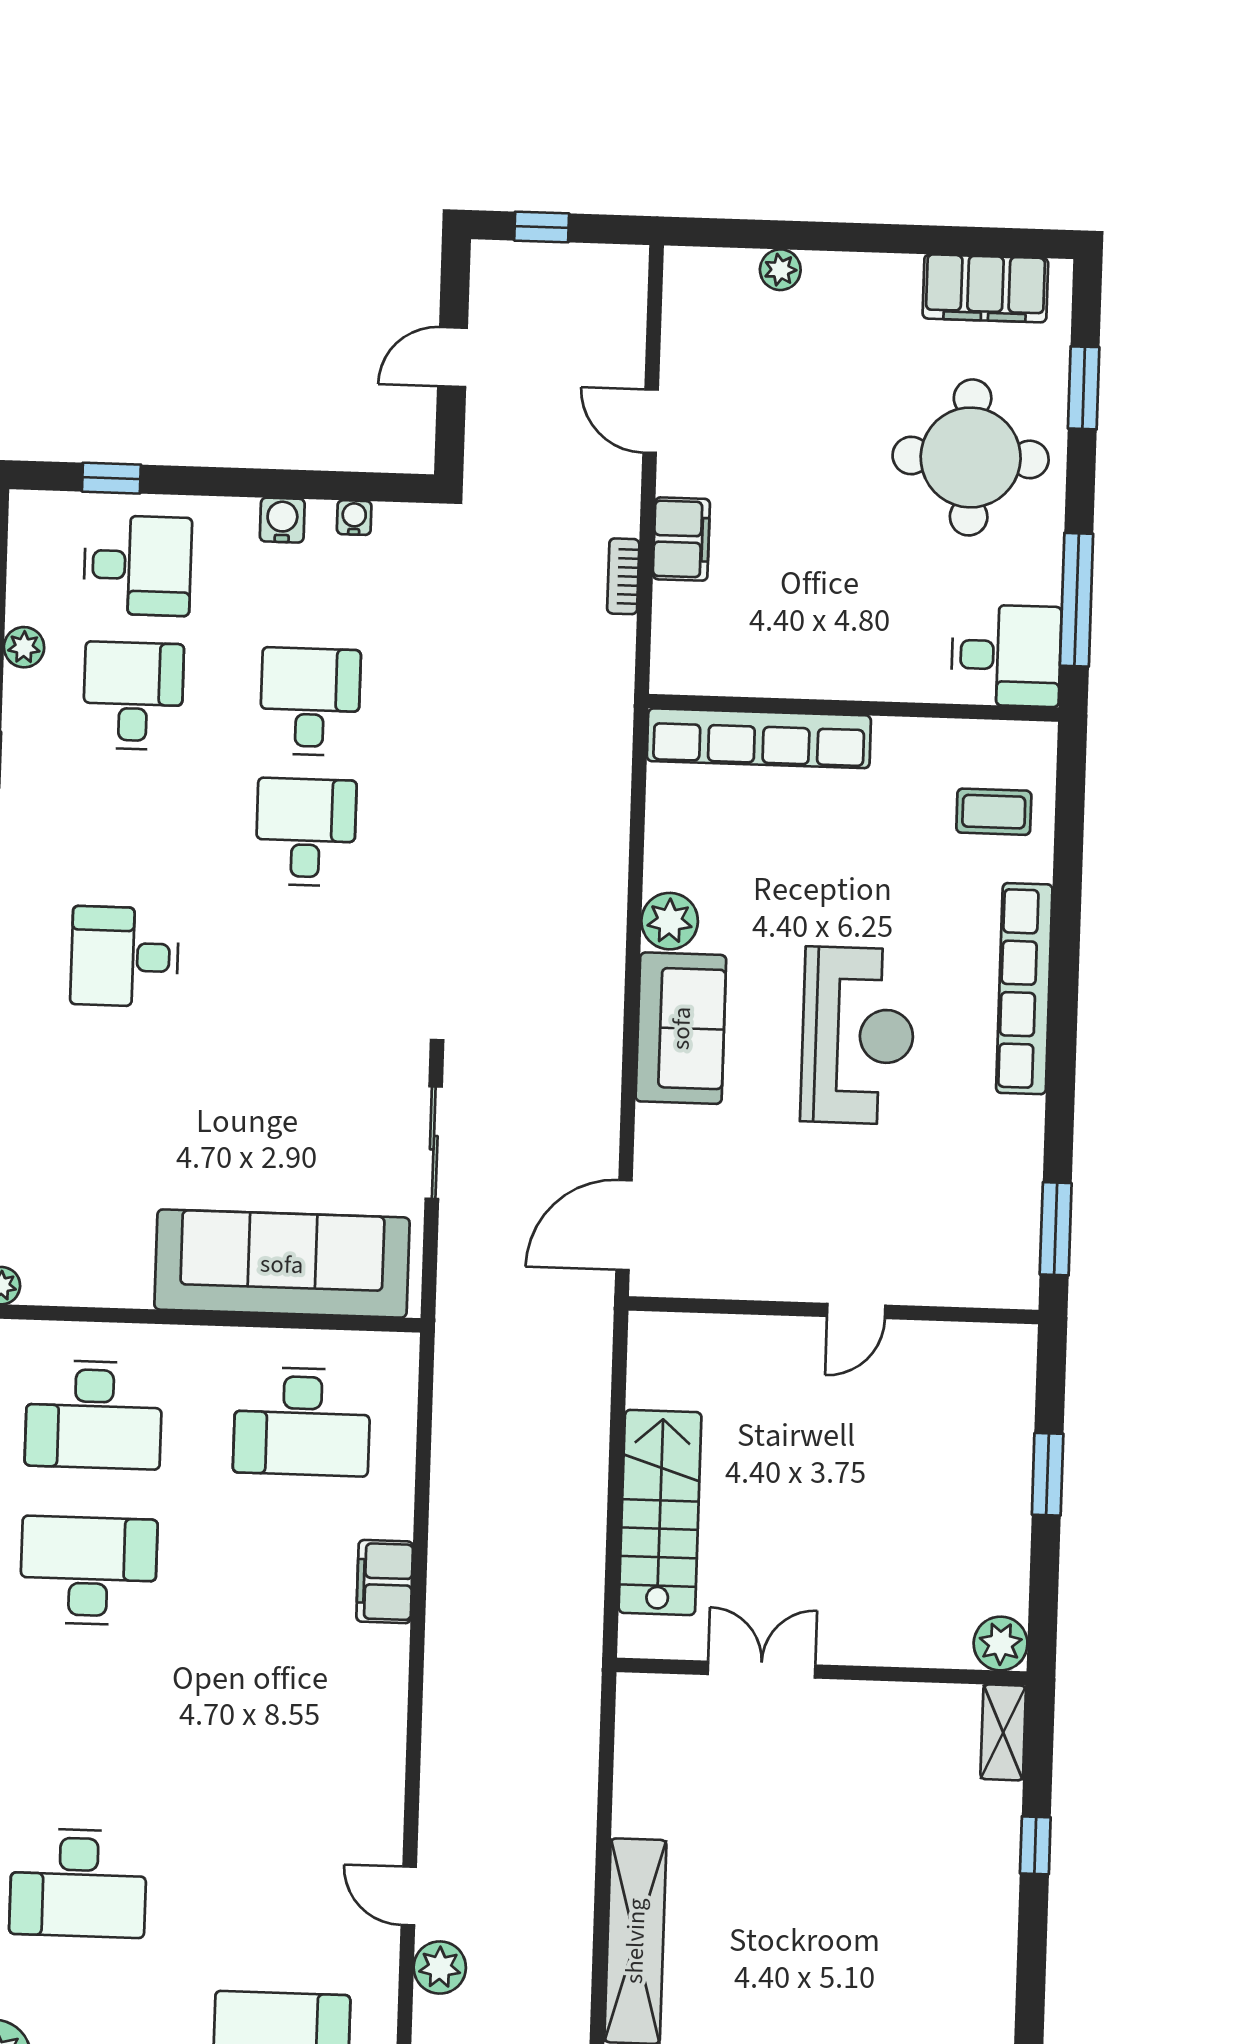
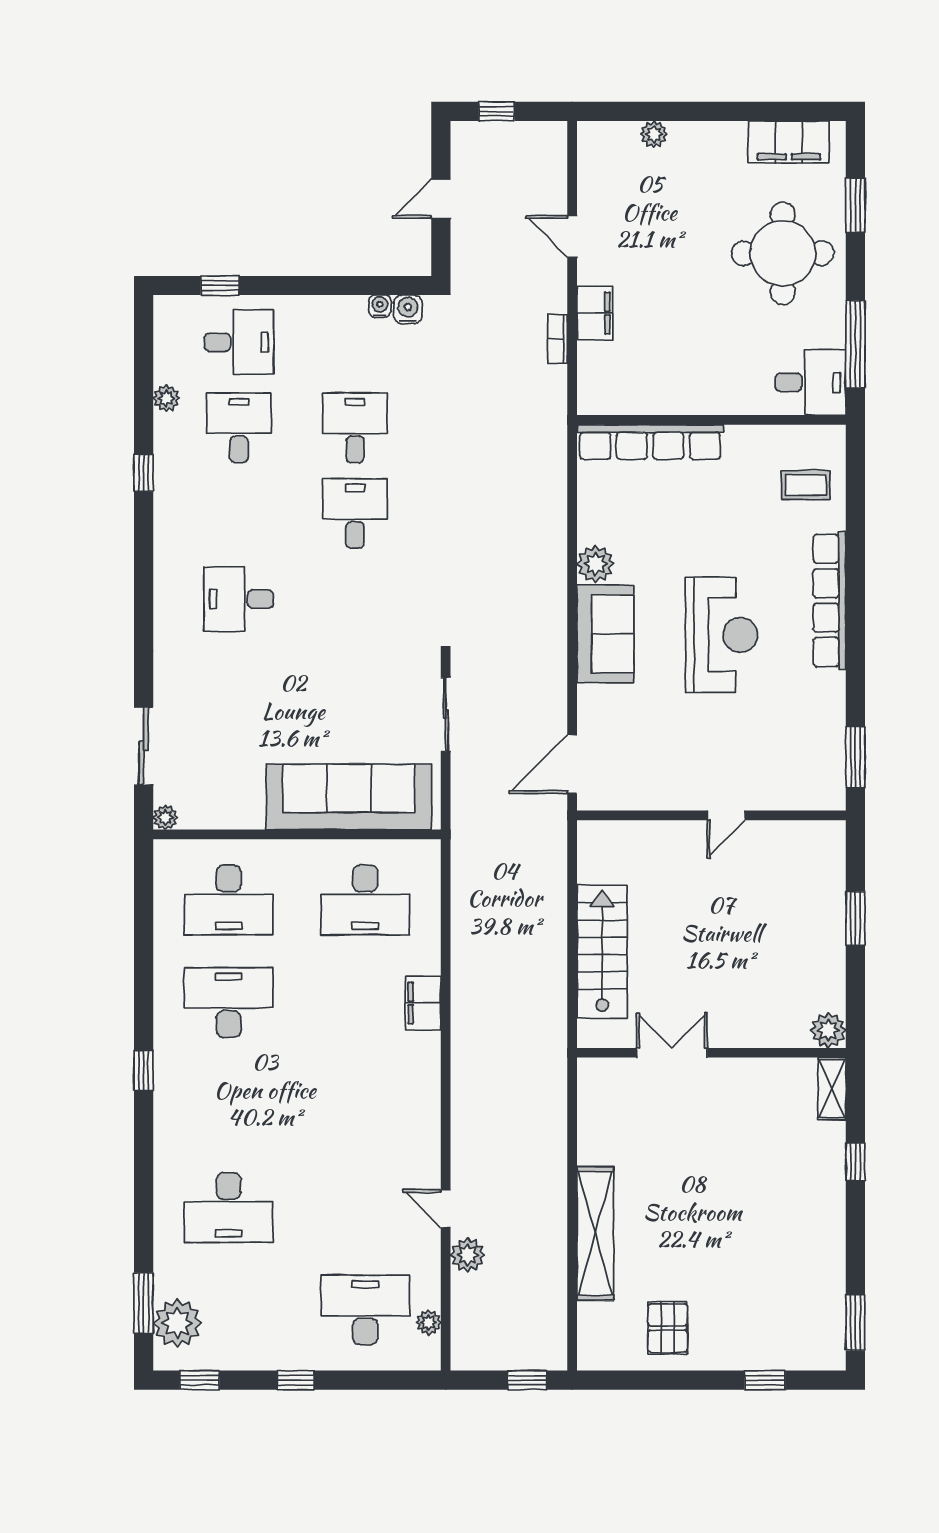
water cooler: (282, 520) -> (408, 309), moved

